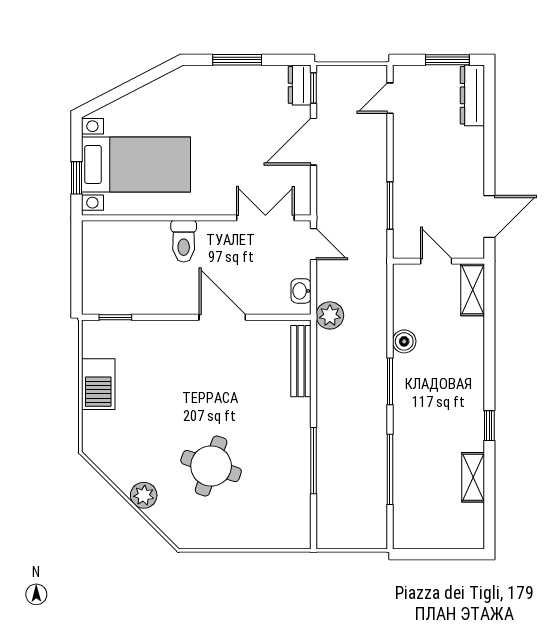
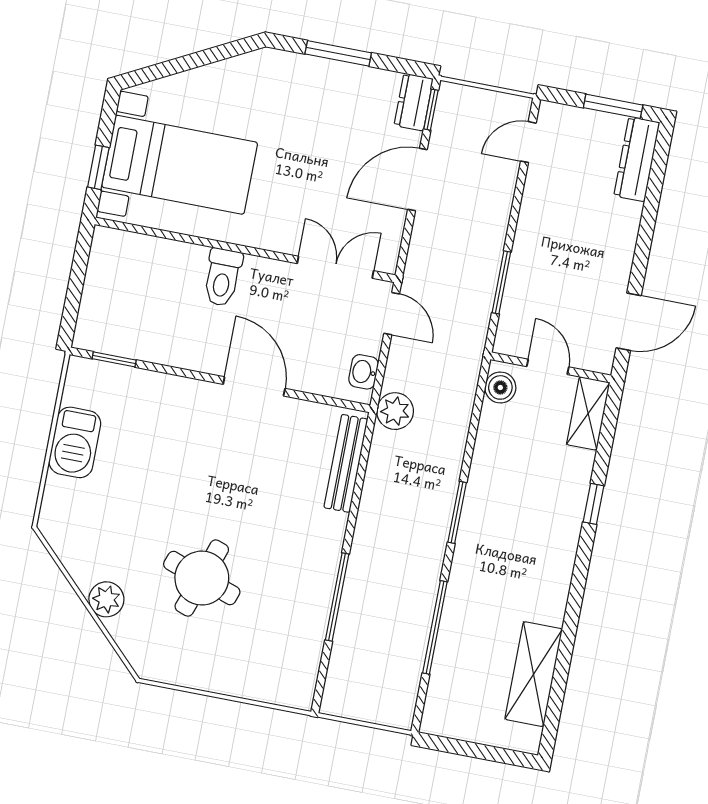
boiler: (404, 341) -> (500, 387), moved
window: (489, 426) -> (594, 504), moved
shelving: (473, 477) -> (534, 674), width x1.50, depth x1.33

